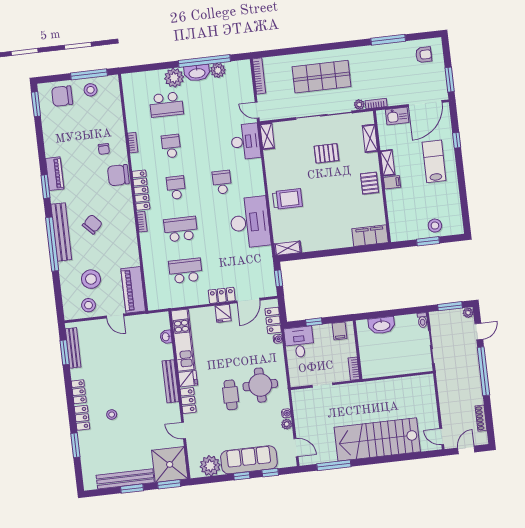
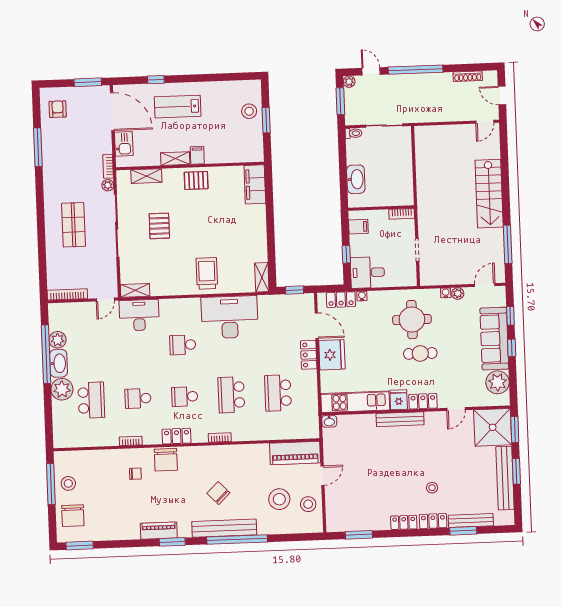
shop shelf: (322, 77) -> (73, 225), width x0.70, depth x0.74
locker: (141, 190) -> (177, 436), width x0.66
fridge: (223, 313) -> (332, 355), width x1.88, depth x1.34
washbasin: (166, 337) -> (329, 421), moved
bench: (73, 348) -> (471, 520), moved
stairs: (377, 439) -> (489, 194), width x0.73, depth x0.66

